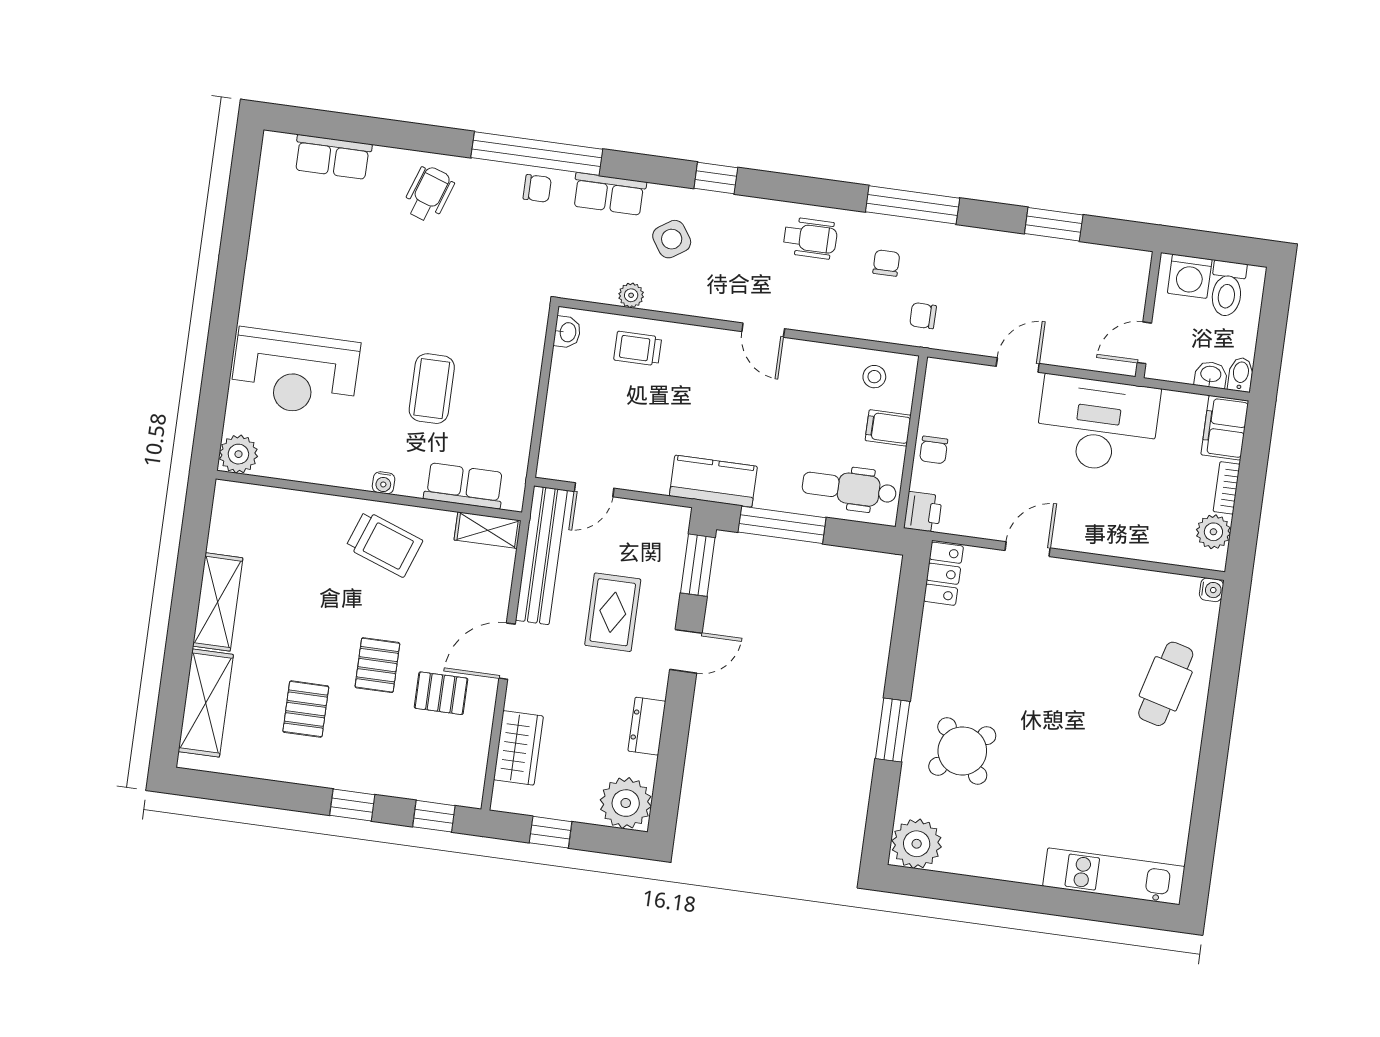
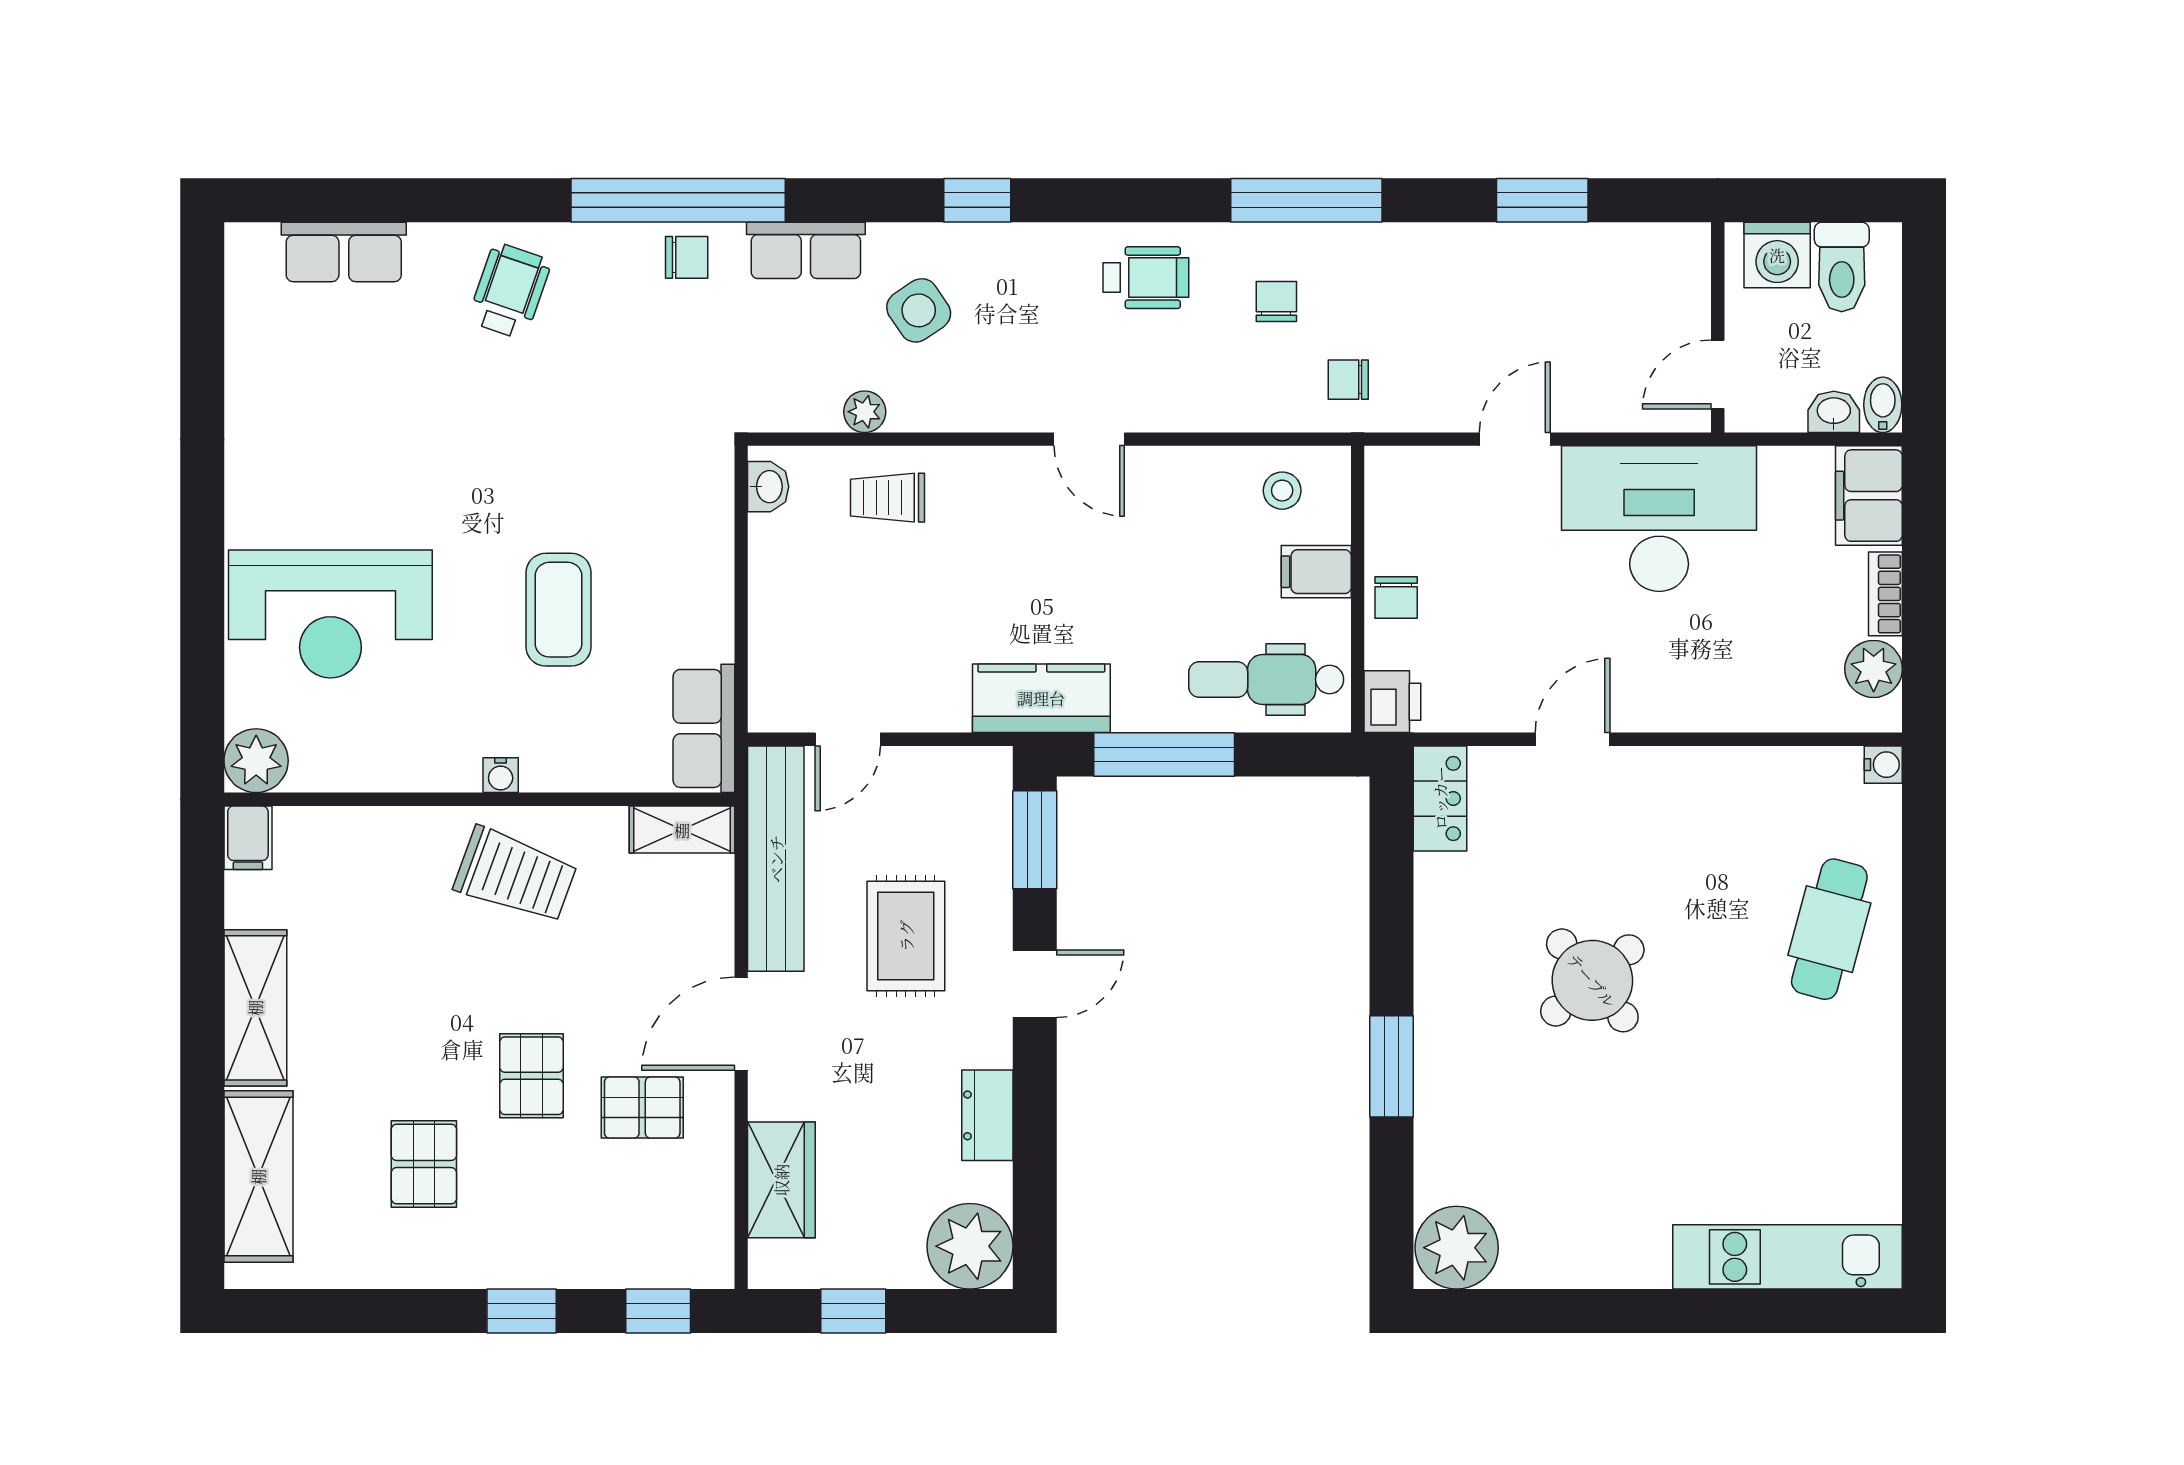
row of seats: (464, 486) -> (704, 728), moved, turned -90
filing cabinet: (227, 500) -> (248, 838), added
round table: (962, 751) -> (1592, 980), moved

